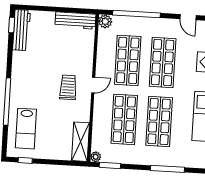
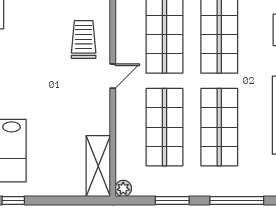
trolley: (68, 87) -> (84, 39), moved
window: (110, 165) -> (172, 200), moved

